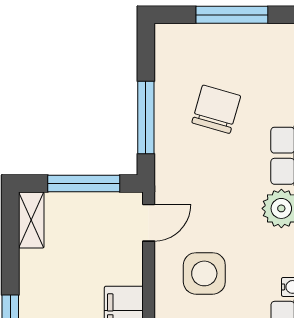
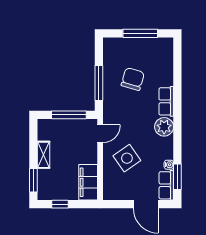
shelving: (31, 220) -> (44, 155), moved
side table: (204, 273) -> (127, 158), turned -35

